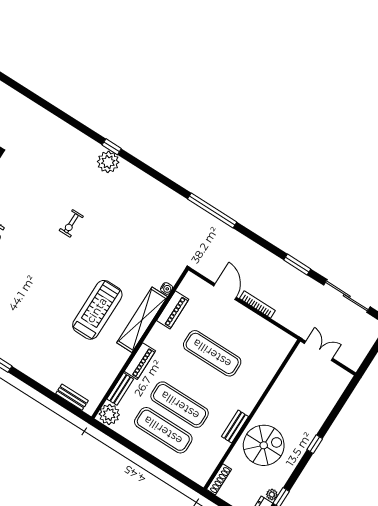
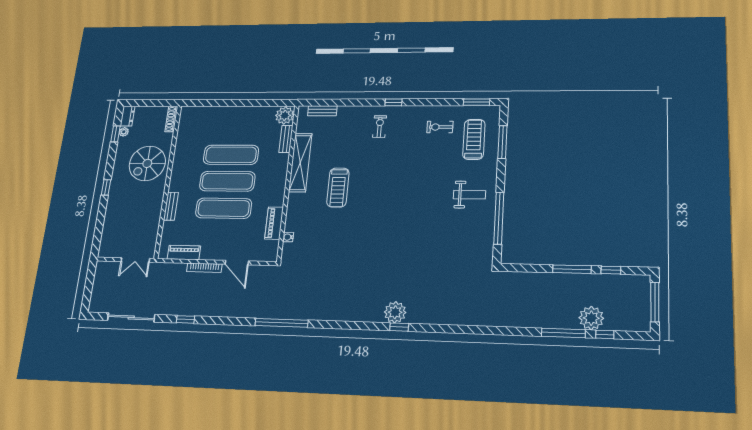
exercise bike: (71, 223) -> (380, 126), moved
window: (297, 265) -> (186, 319), width x0.67
treadmill: (97, 310) -> (338, 187), width x0.73, depth x0.73
shelving: (142, 320) -> (300, 162), moved
piano: (140, 361) -> (184, 253), moved, turned 90
bench: (235, 427) -> (171, 206), moved
exercise mat: (163, 430) -> (227, 181), moved

